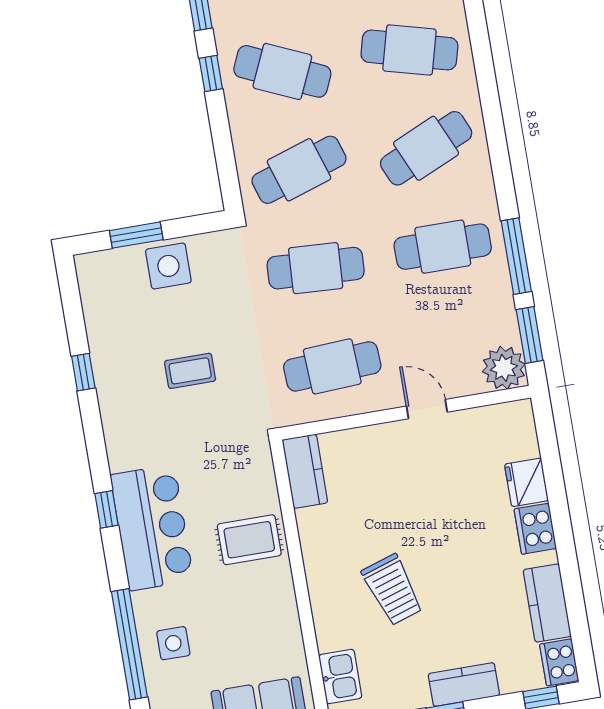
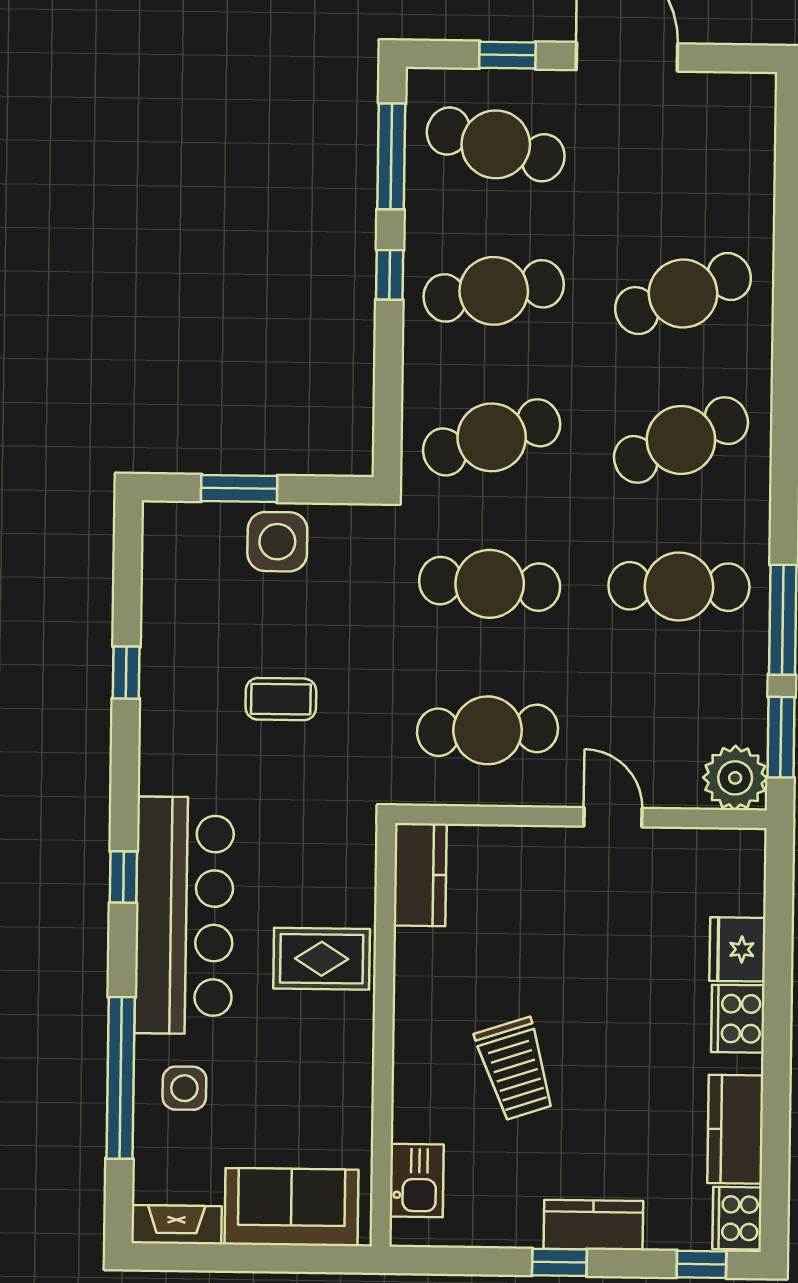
cafe table: (409, 50) -> (683, 294), turned -36
cafe table: (282, 71) -> (494, 291), turned -33
bar counter: (152, 528) -> (184, 915), width x1.36

